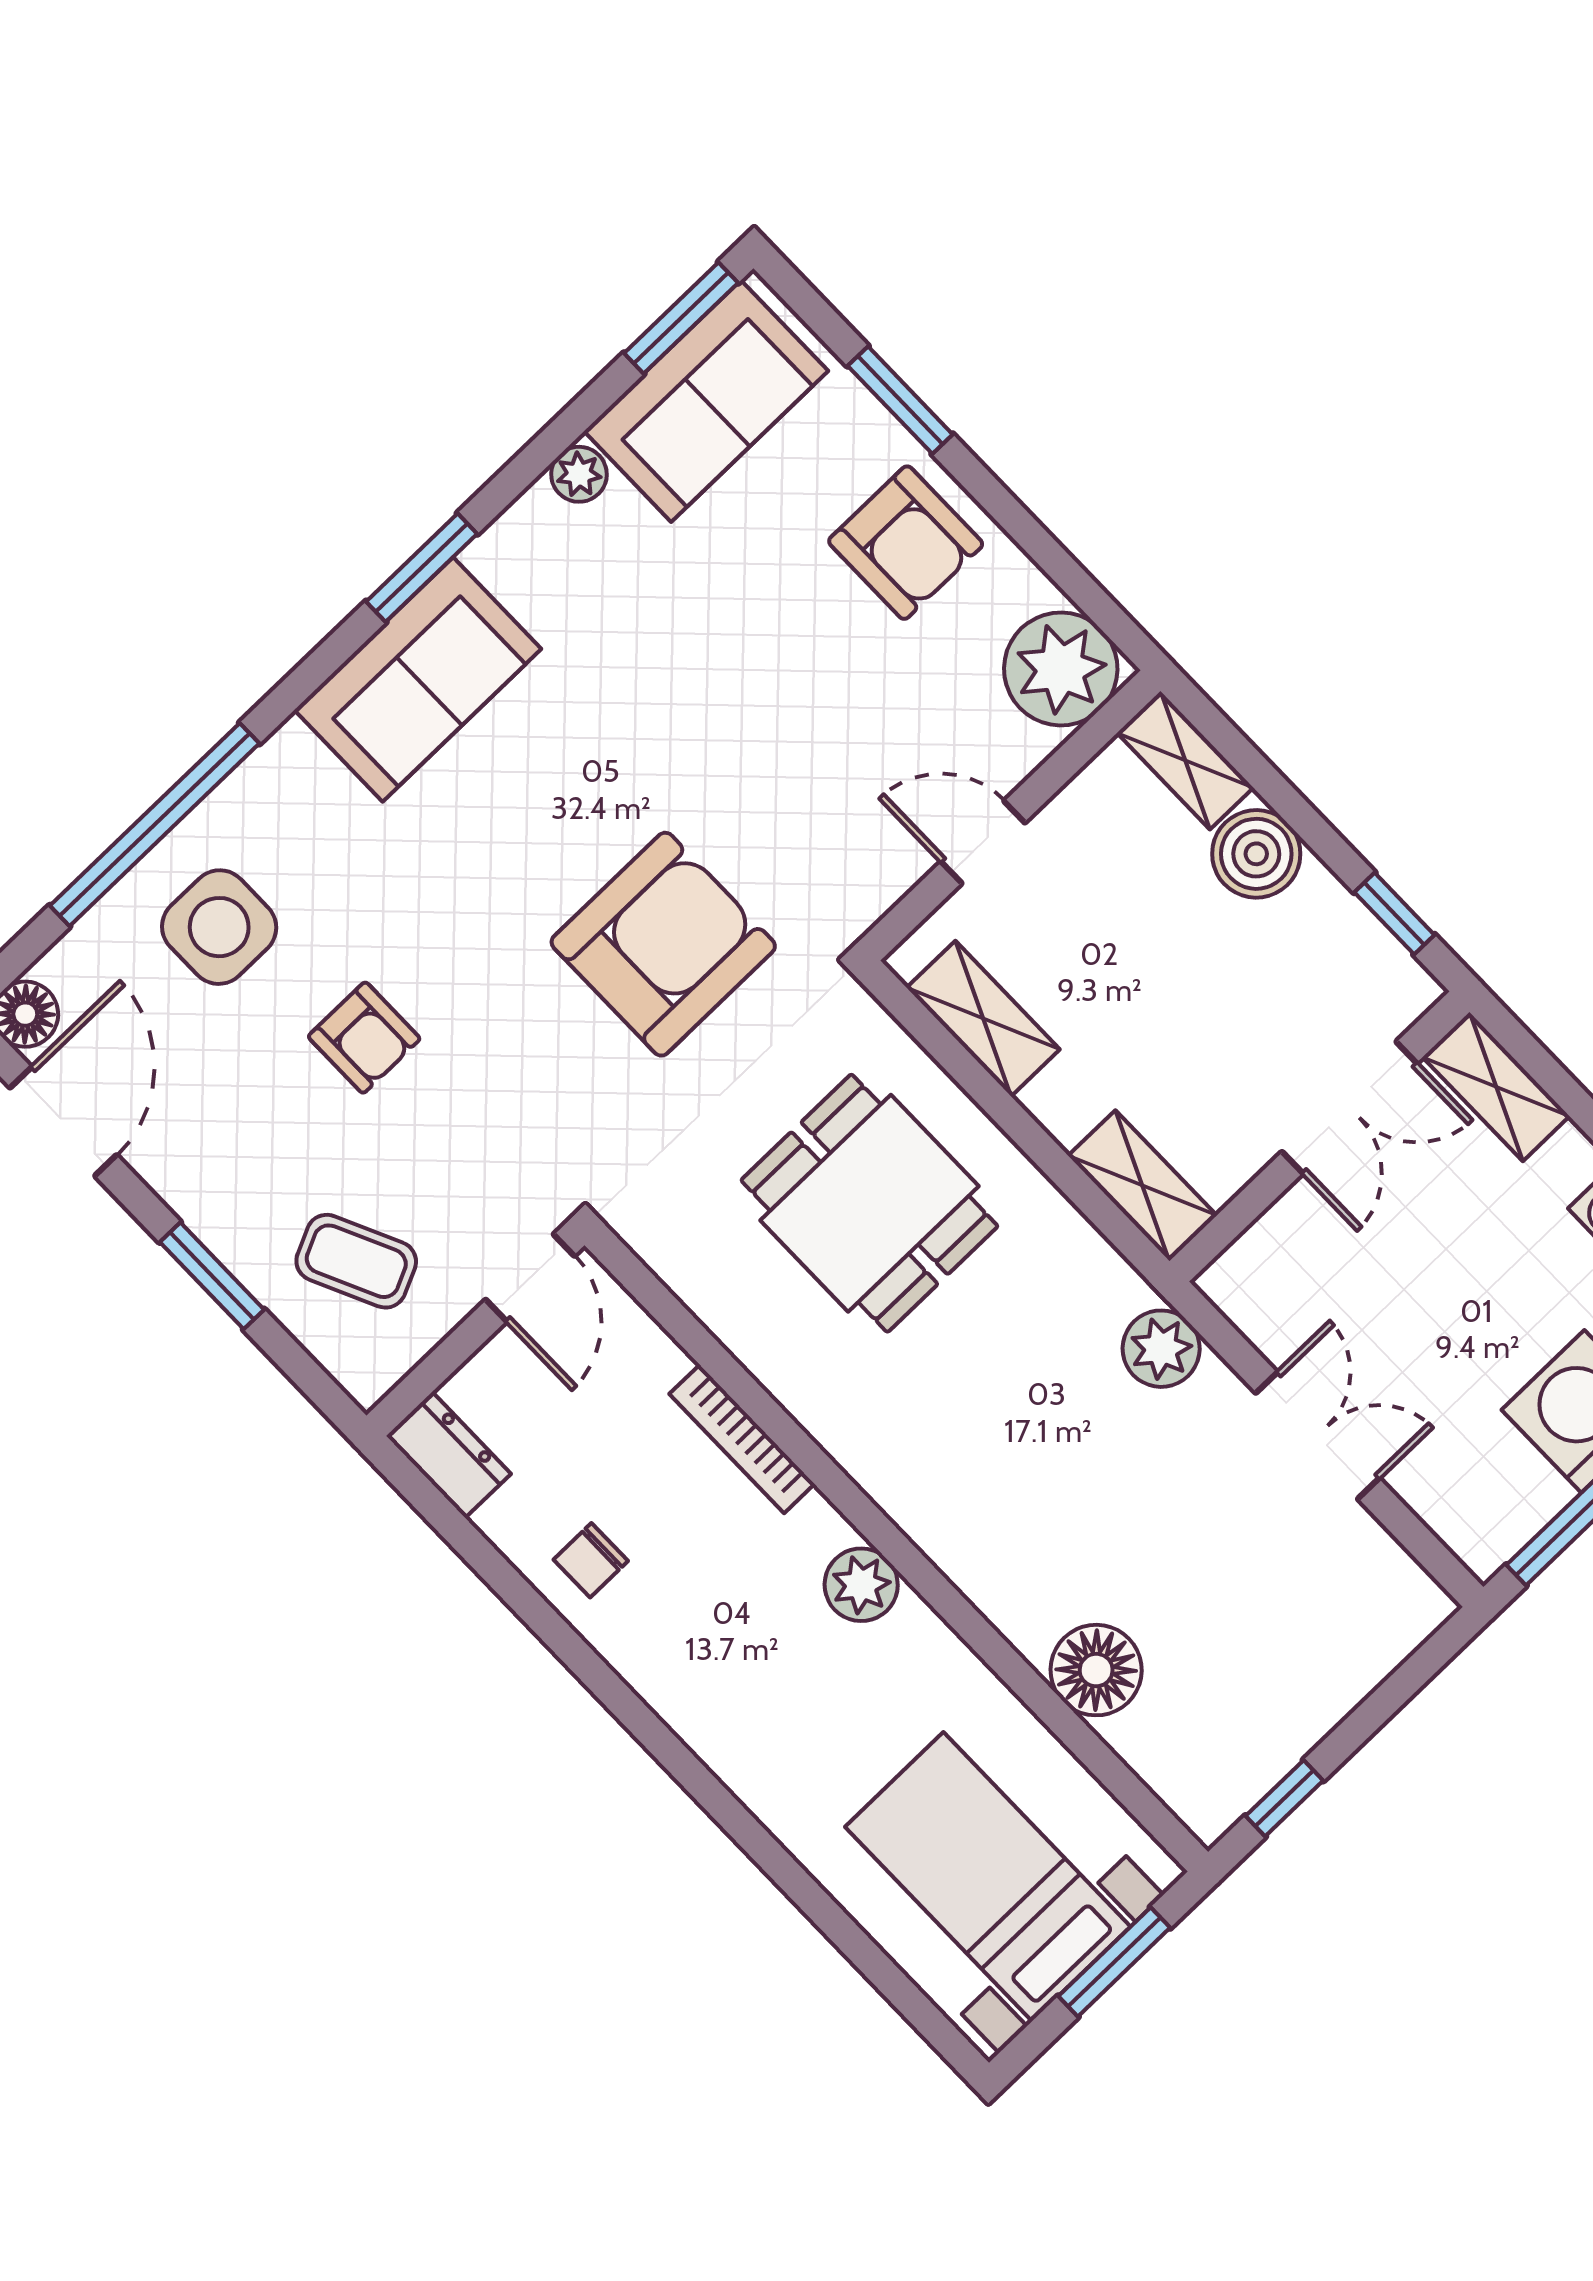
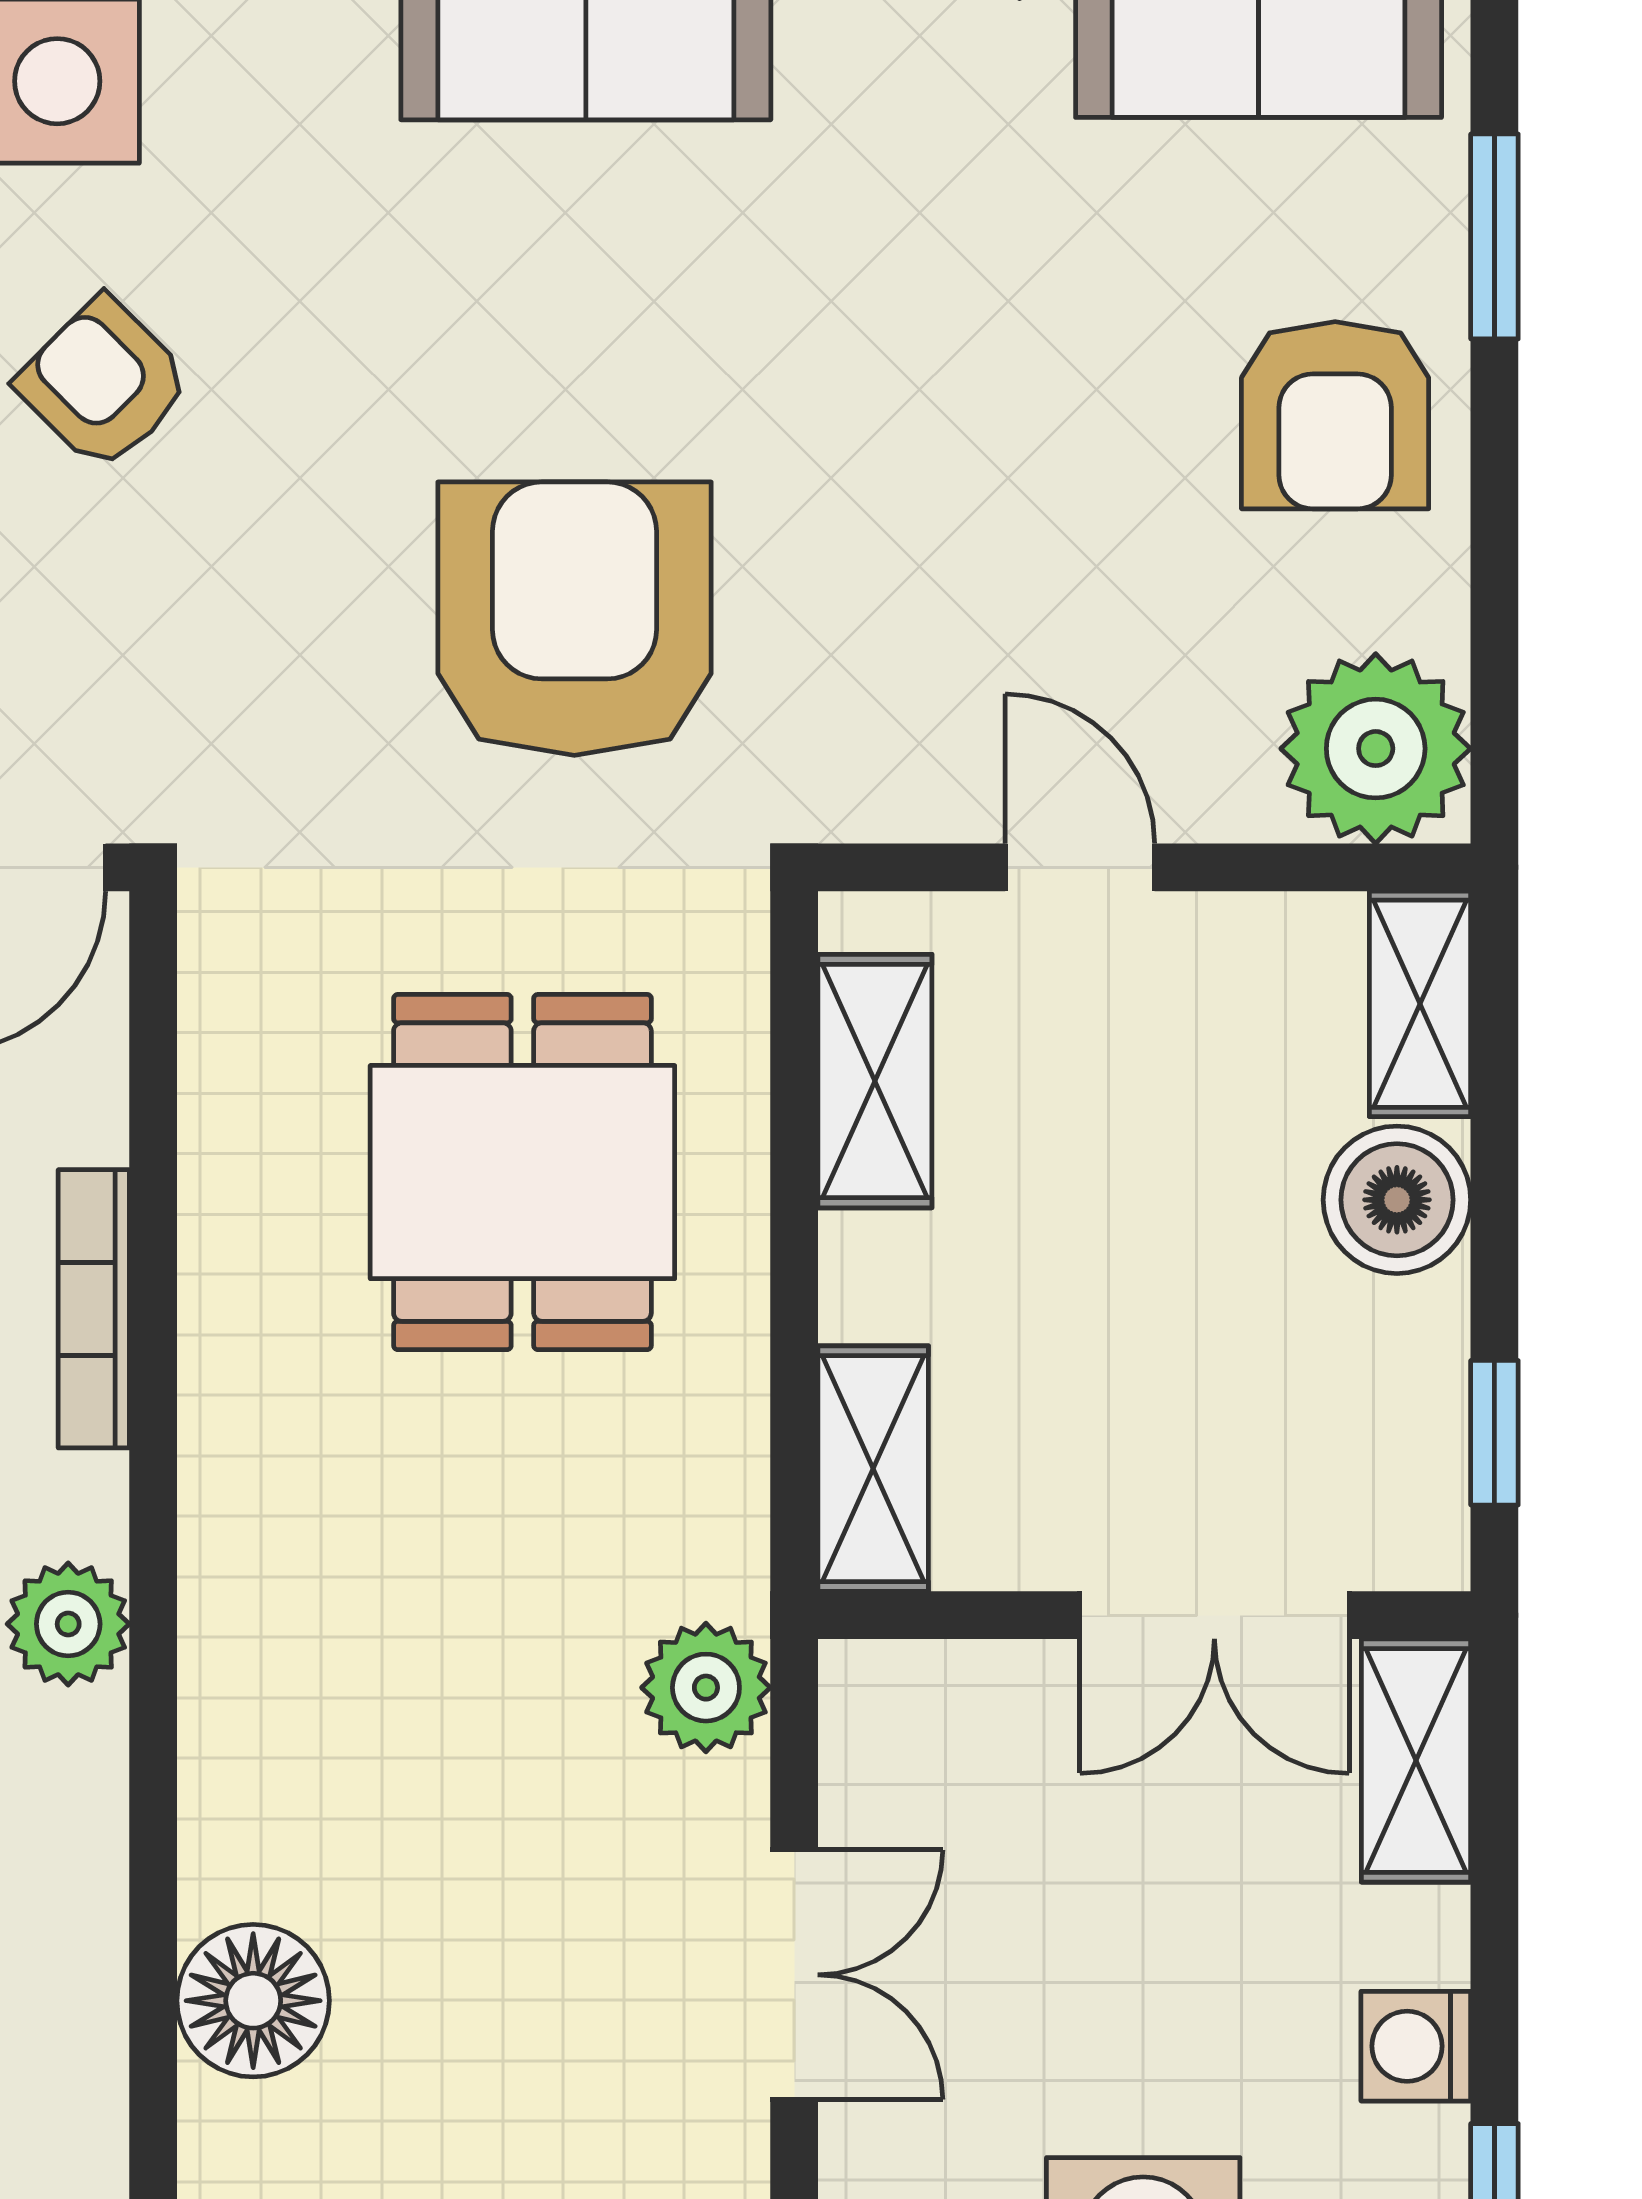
armchair: (663, 944) -> (574, 619), turned -90
armchair: (364, 1038) -> (104, 384), turned 135

